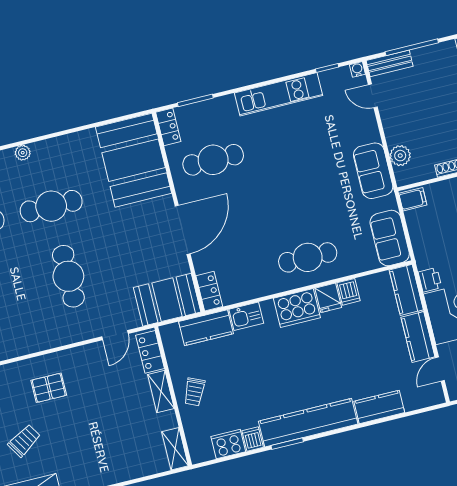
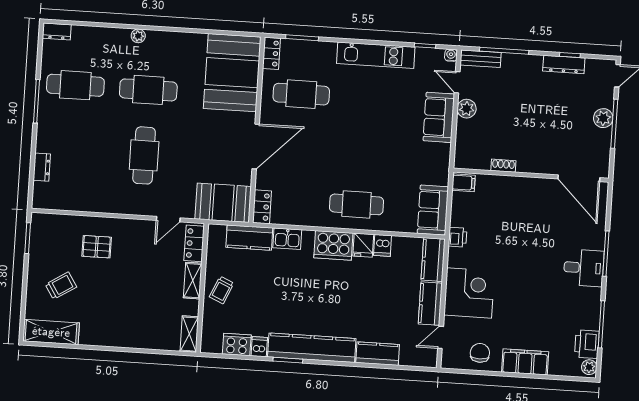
plant: (400, 156) -> (467, 109), moved
sofa: (373, 171) -> (439, 117), moved
printer: (430, 280) -> (458, 237), moved

